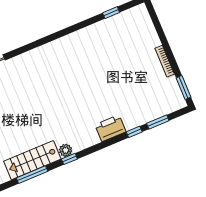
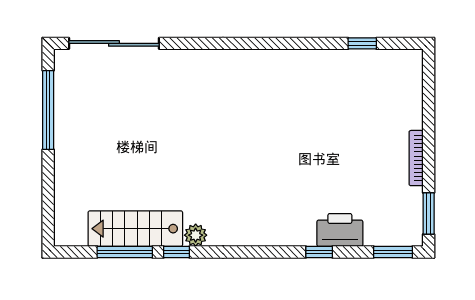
window: (158, 122) -> (393, 252), moved
printer: (110, 128) -> (340, 230), moved
window: (69, 159) -> (176, 252), moved

